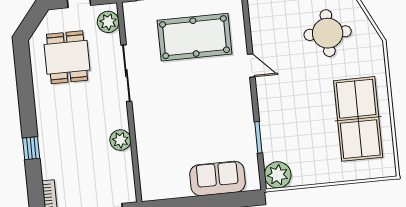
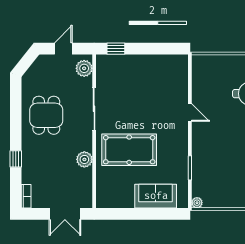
pool table: (195, 37) -> (129, 150), moved
dining table: (67, 57) -> (46, 115), moved
plant: (278, 175) -> (197, 203), width x0.53, depth x0.53

